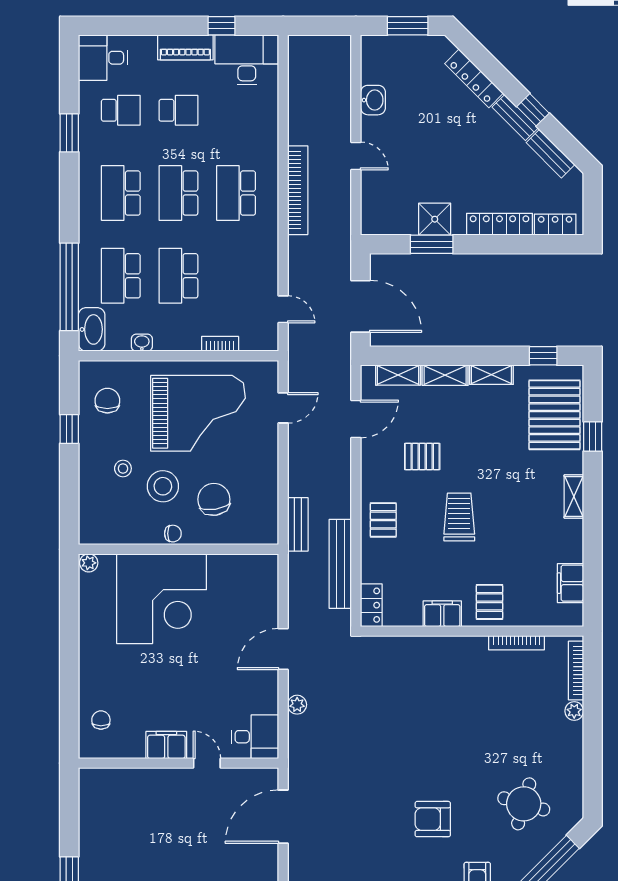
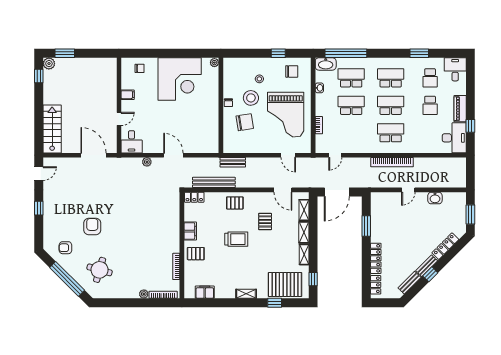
shower: (435, 219) -> (378, 227), removed
corner desk: (162, 599) -> (180, 79), moved, turned -90
filing cabinet: (166, 745) -> (128, 95), width x0.50

